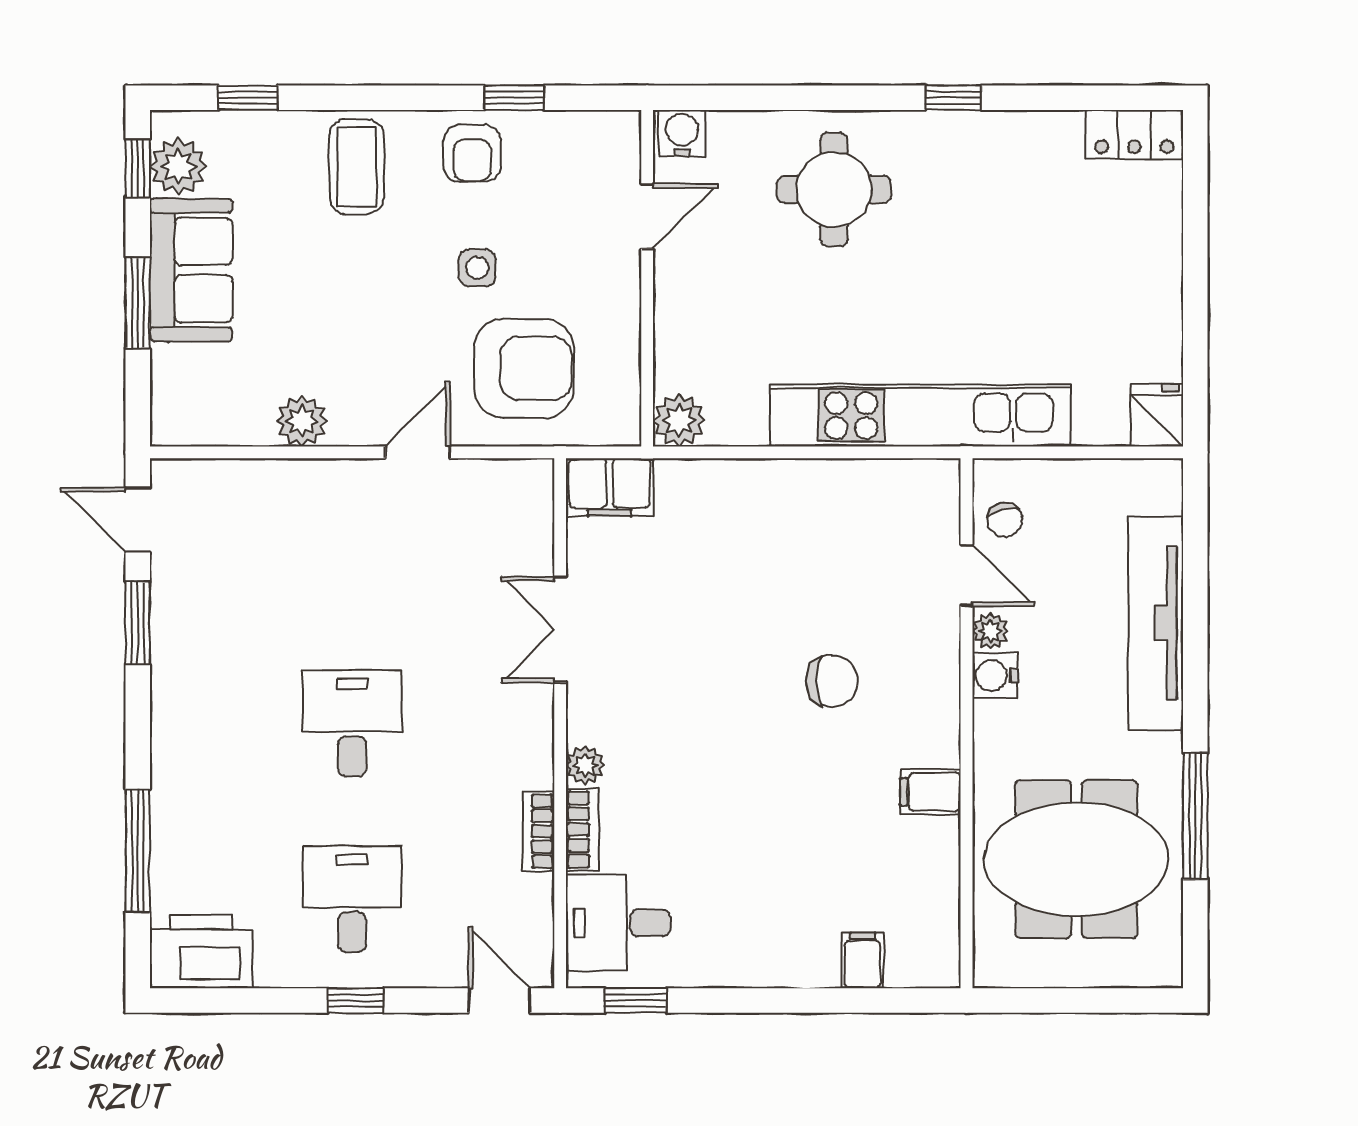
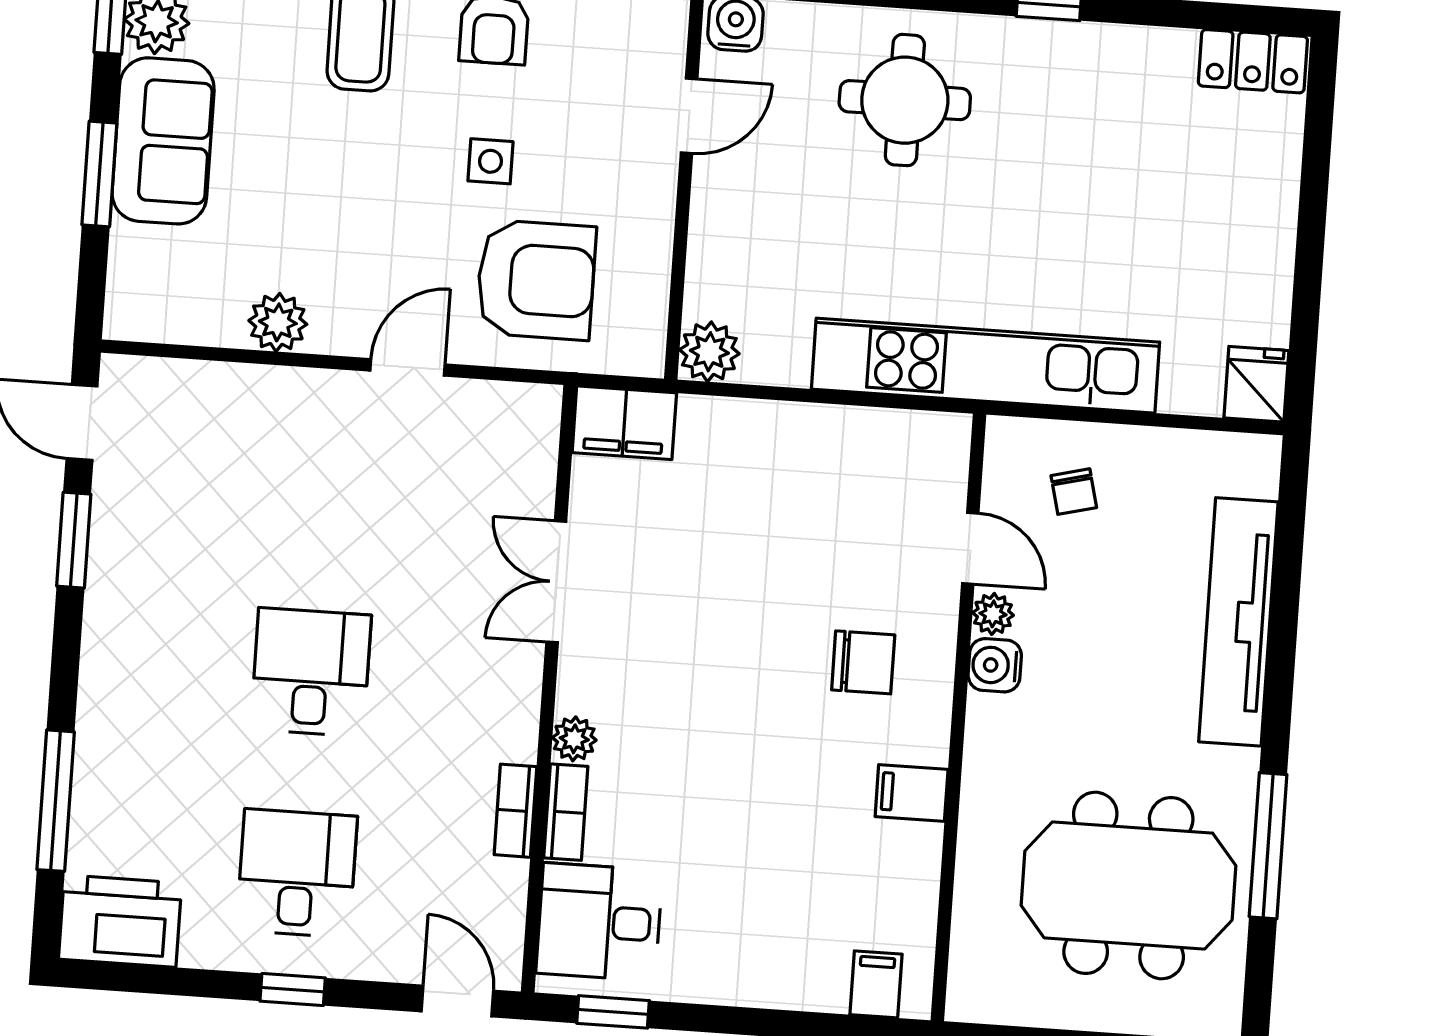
door: (966, 575) -> (970, 548), moved
plant: (990, 631) -> (993, 614), moved
water cooler: (995, 676) -> (995, 665), moved
wall: (966, 723) -> (958, 717), moved
filing cabinet: (930, 792) -> (912, 793), moved

